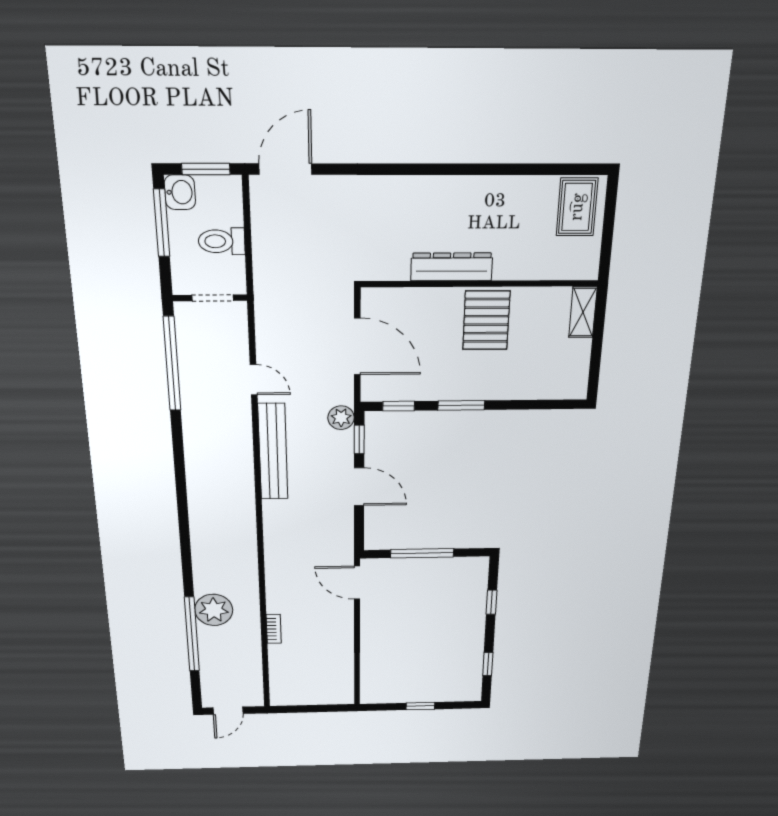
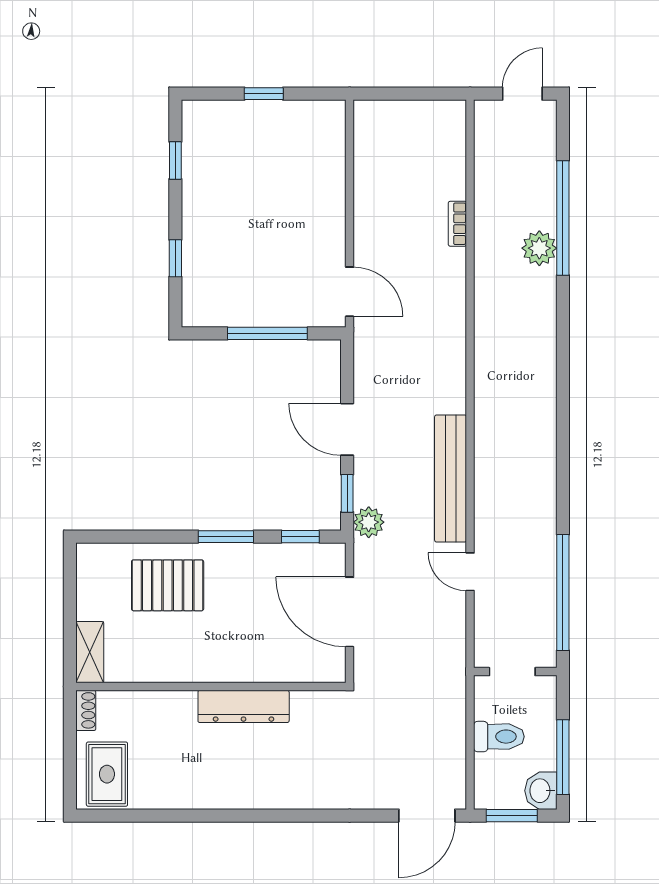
shoe rack: (591, 263) -> (86, 710), added
pallet: (486, 320) -> (168, 585), moved, turned 90
plant: (214, 610) -> (539, 248), width x0.73, depth x0.73

